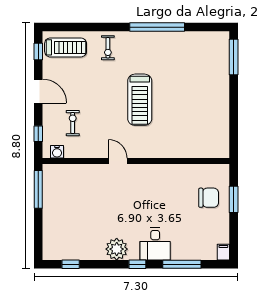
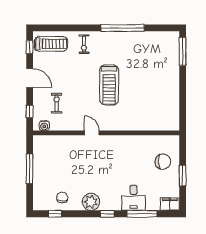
window: (38, 189) -> (30, 169), moved
window: (234, 199) -> (183, 176), moved
chair: (80, 243) -> (62, 197), added
desk: (155, 244) -> (134, 198), moved
filing cabinet: (223, 252) -> (170, 204), width x2.00

